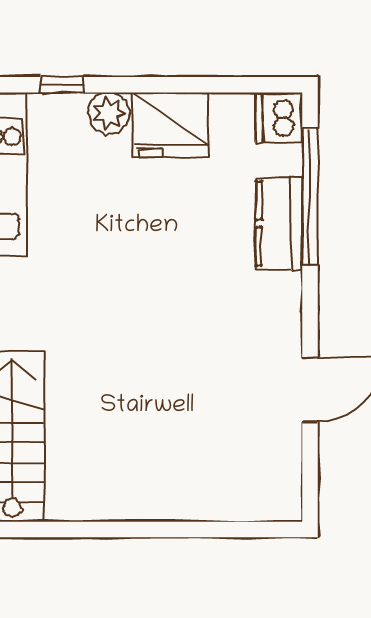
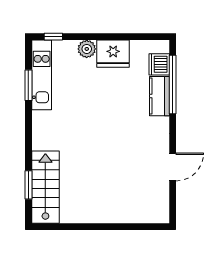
window: (62, 85) -> (53, 37), moved
dishwasher: (279, 118) -> (159, 64), moved

